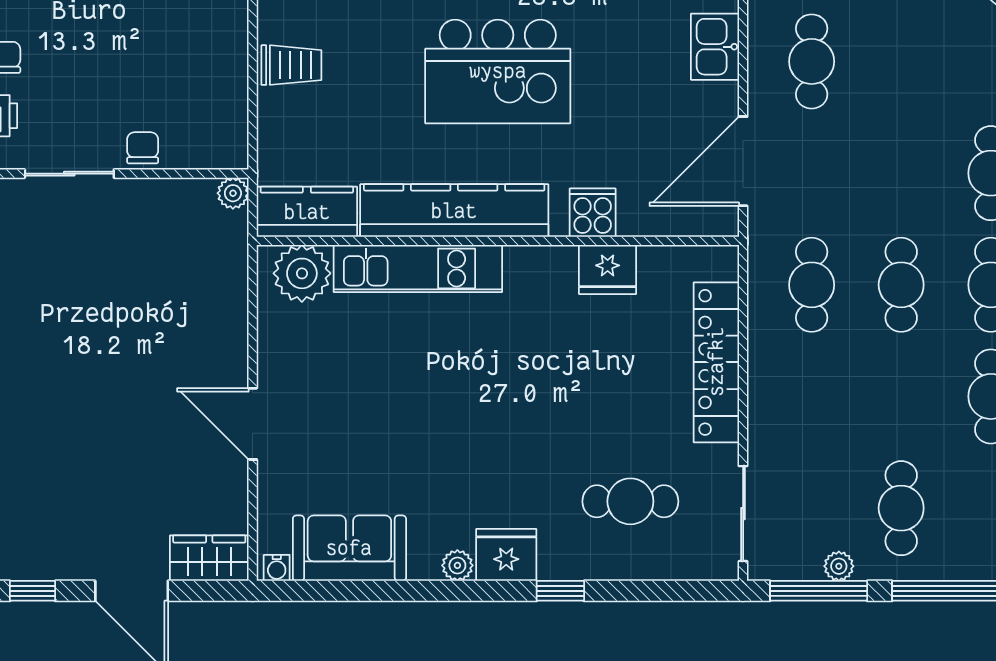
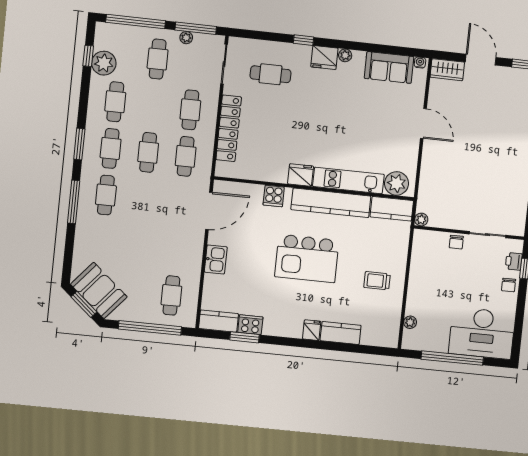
cafe table: (812, 61) -> (190, 110), moved
trolley: (291, 65) -> (377, 281), moved
kitchen island: (498, 71) -> (307, 258), turned 180
fridge: (608, 269) -> (301, 175), moved

